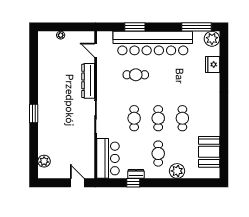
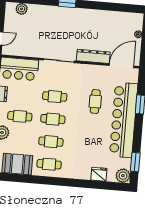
window: (197, 27) -> (135, 162), width x0.69
door: (96, 50) -> (121, 66), width x1.88
cafe table: (206, 118) -> (49, 164), added

